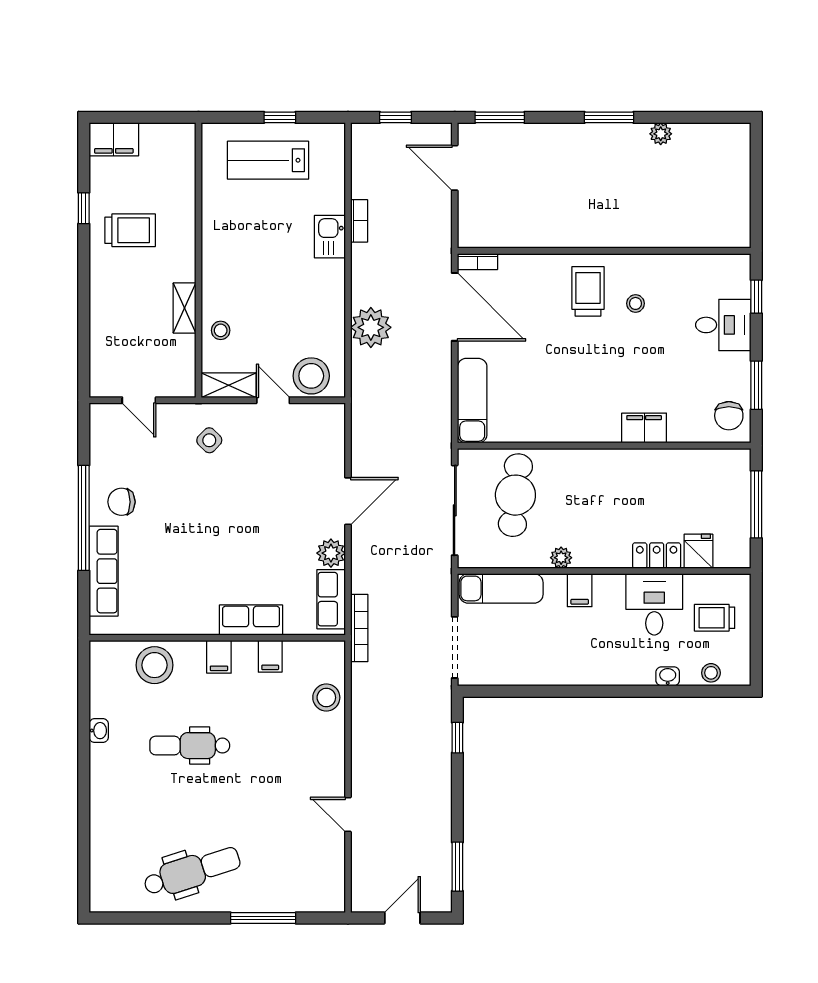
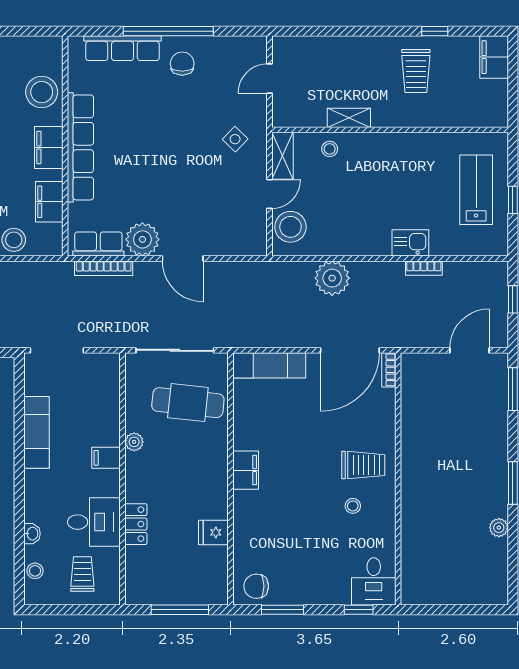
desk: (723, 325) -> (374, 581), moved
filing cabinet: (644, 428) -> (246, 470), moved
fridge: (698, 551) -> (213, 532), moved, turned 180
plant: (331, 553) -> (142, 239), width x1.36, depth x1.36
exam couch: (501, 588) -> (36, 432), moved, turned 180
row of seats: (251, 620) -> (80, 147), width x2.02
bookcase: (359, 628) -> (104, 268), moved
filing cabinet: (270, 656) -> (49, 202), width x2.00
filing cabinet: (219, 657) -> (49, 147), width x2.00

